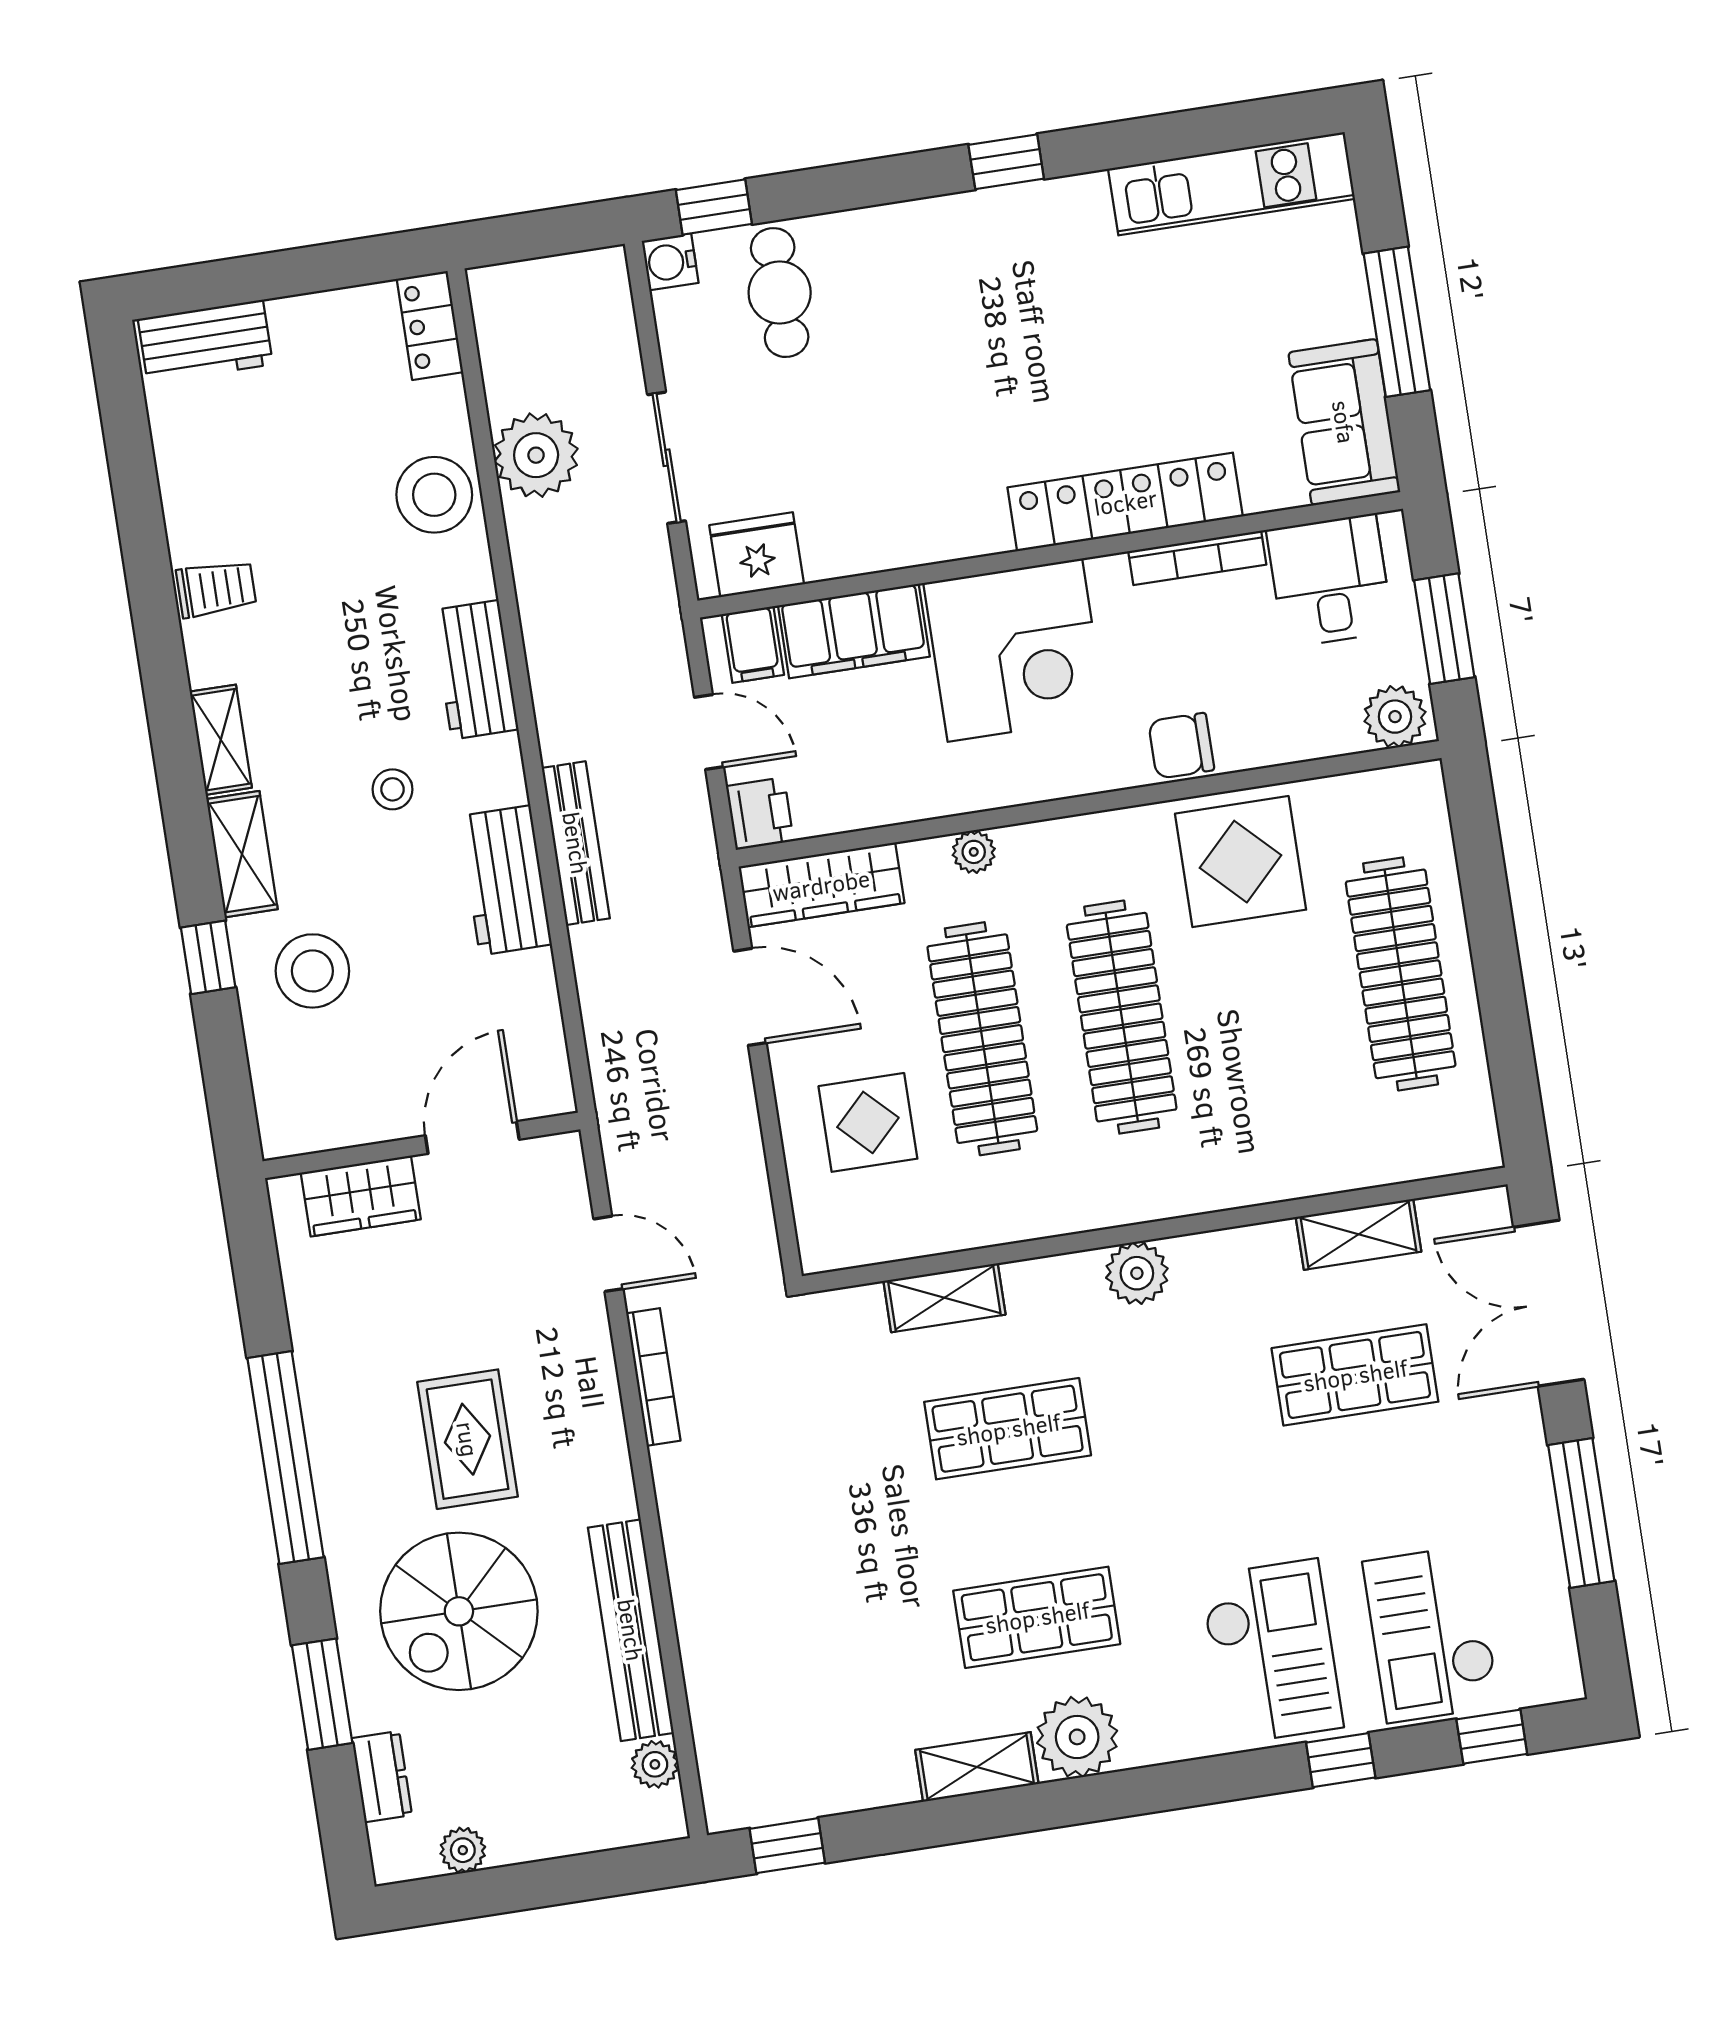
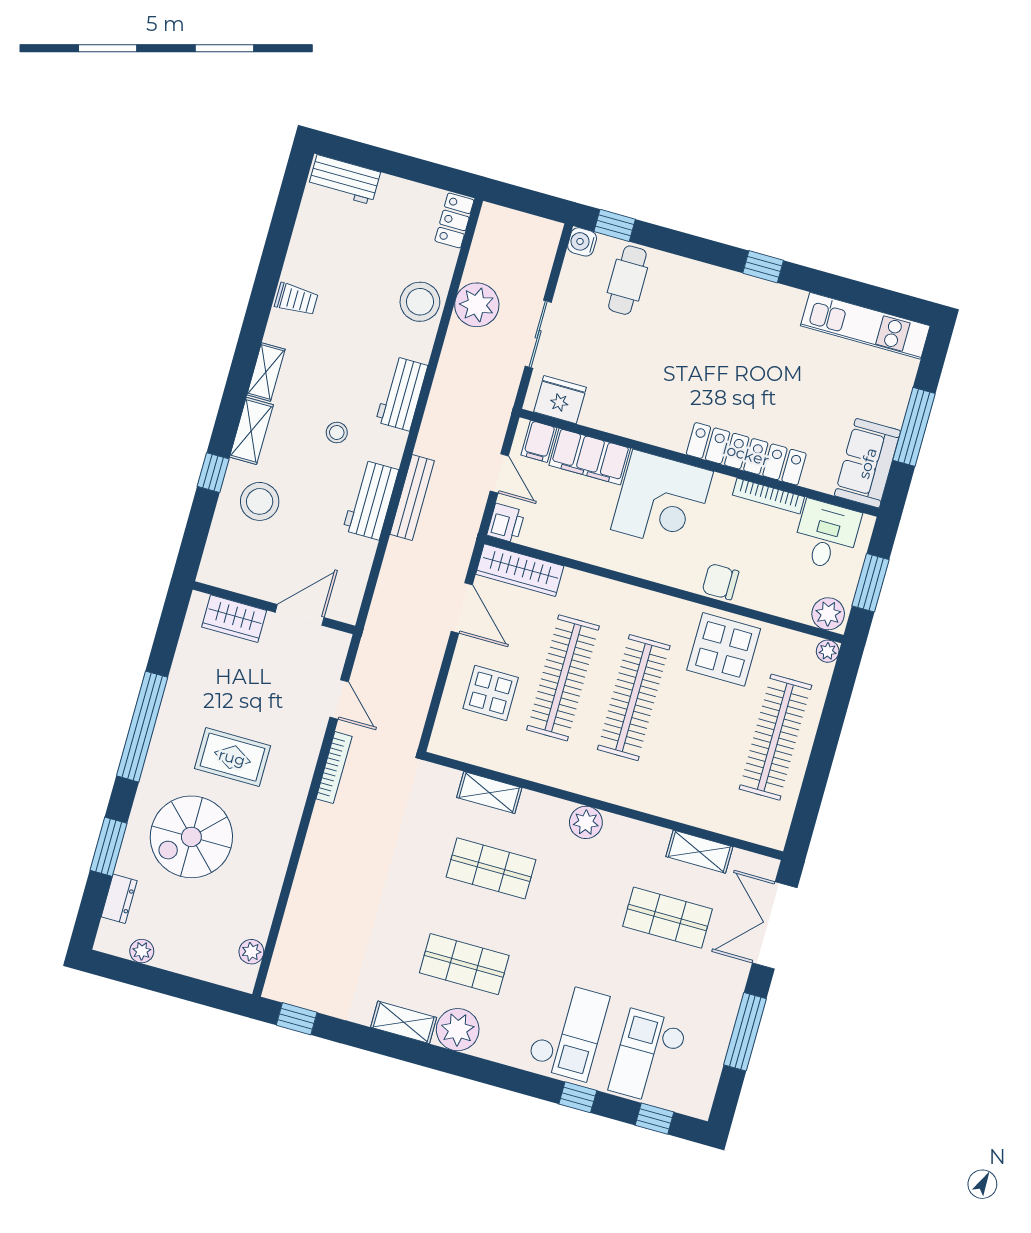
plant: (974, 852) -> (828, 651), moved
rug: (468, 1439) -> (232, 757), turned 90
bench: (631, 1630) -> (269, 883), removed

